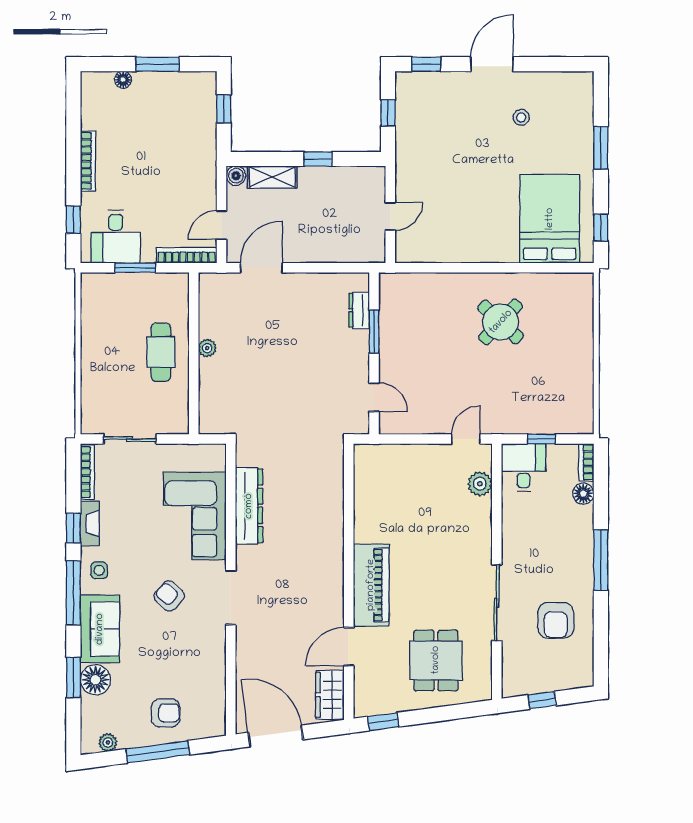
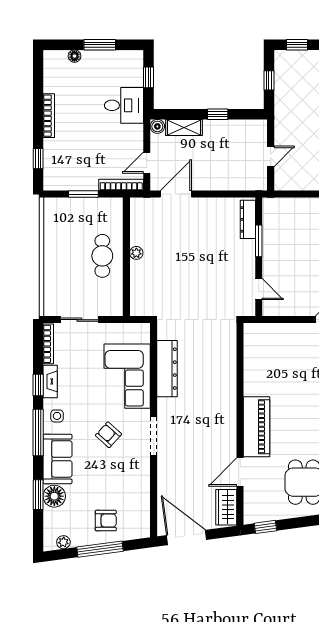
desk: (116, 237) -> (124, 105), moved, turned -90
dresser: (359, 310) -> (248, 219), width x1.44

